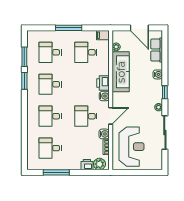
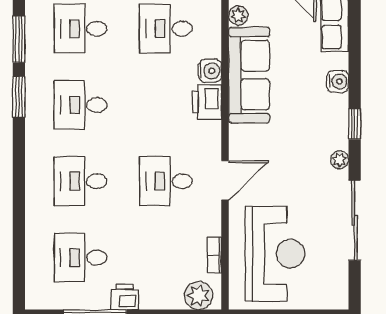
water cooler: (104, 96) -> (210, 71), moved
water cooler: (104, 134) -> (210, 224), removed
printer: (87, 165) -> (125, 297), moved

